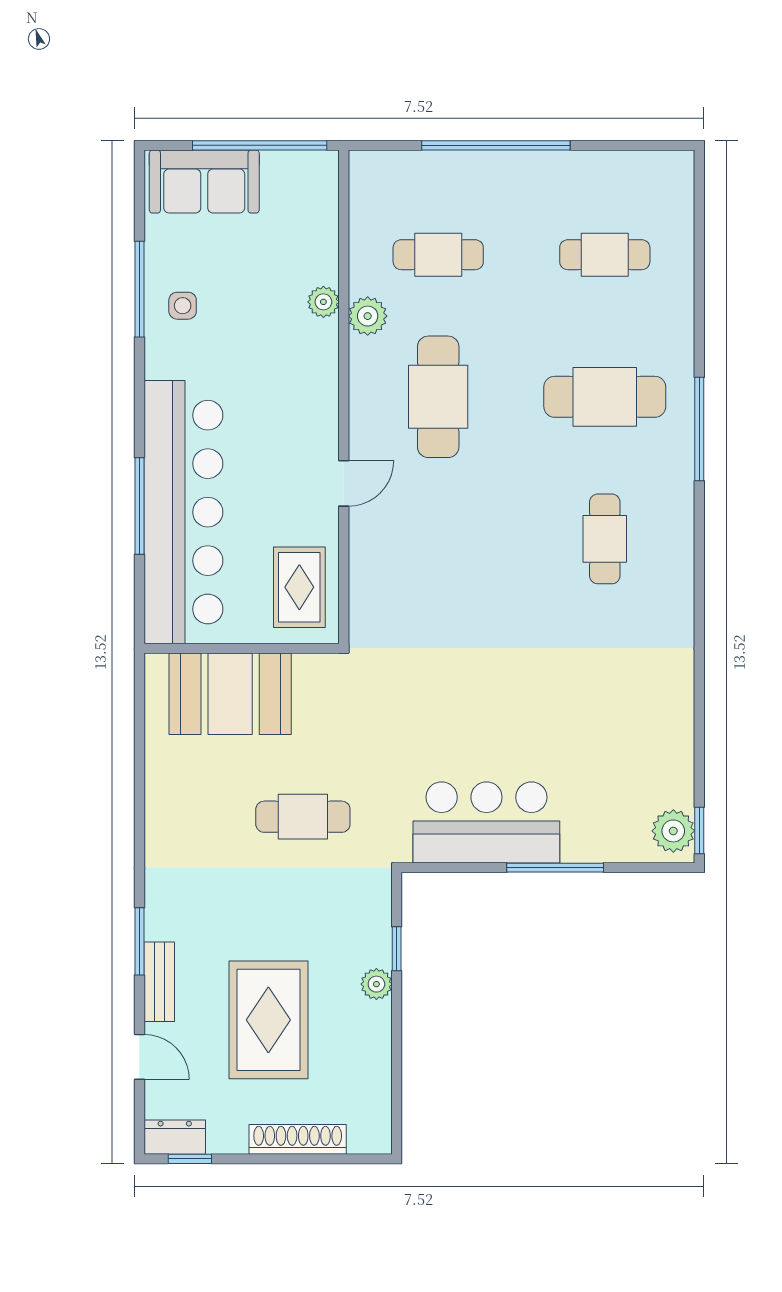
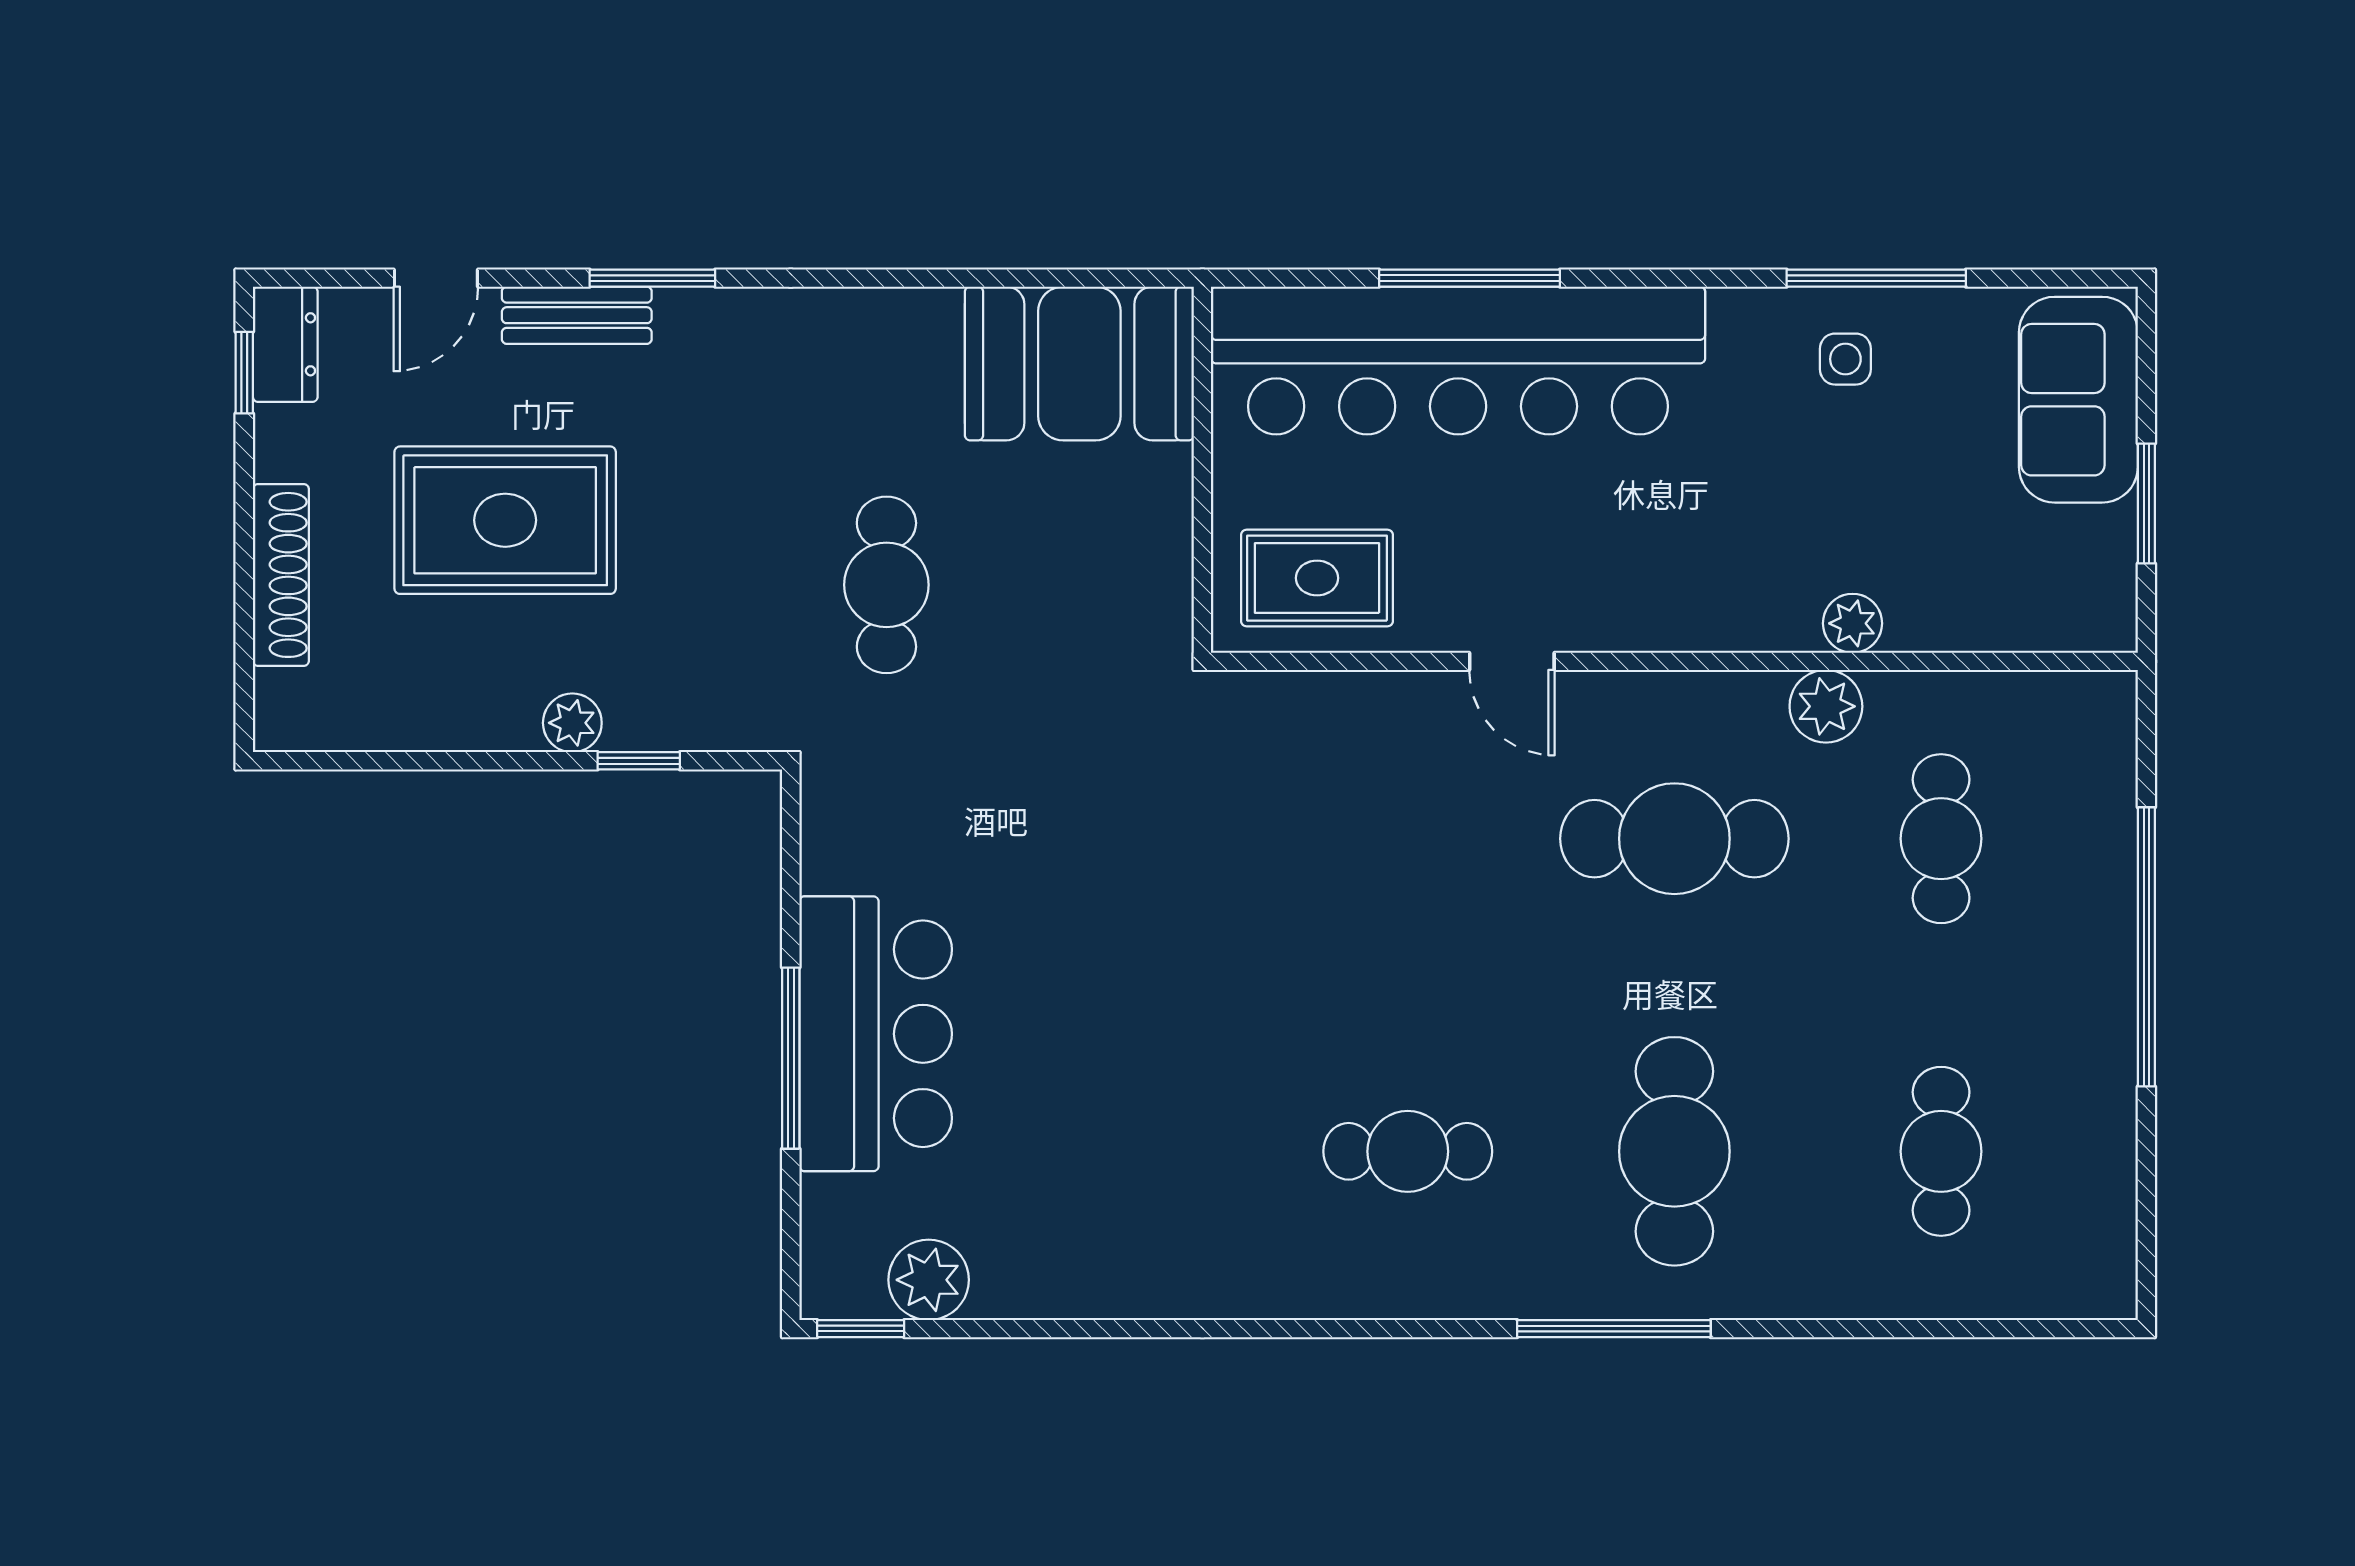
window: (260, 145) -> (2146, 504), width x0.47
booth: (230, 694) -> (1079, 364), moved, turned 90
bar counter: (486, 822) -> (876, 1034), moved
plant: (673, 831) -> (929, 1280), moved

